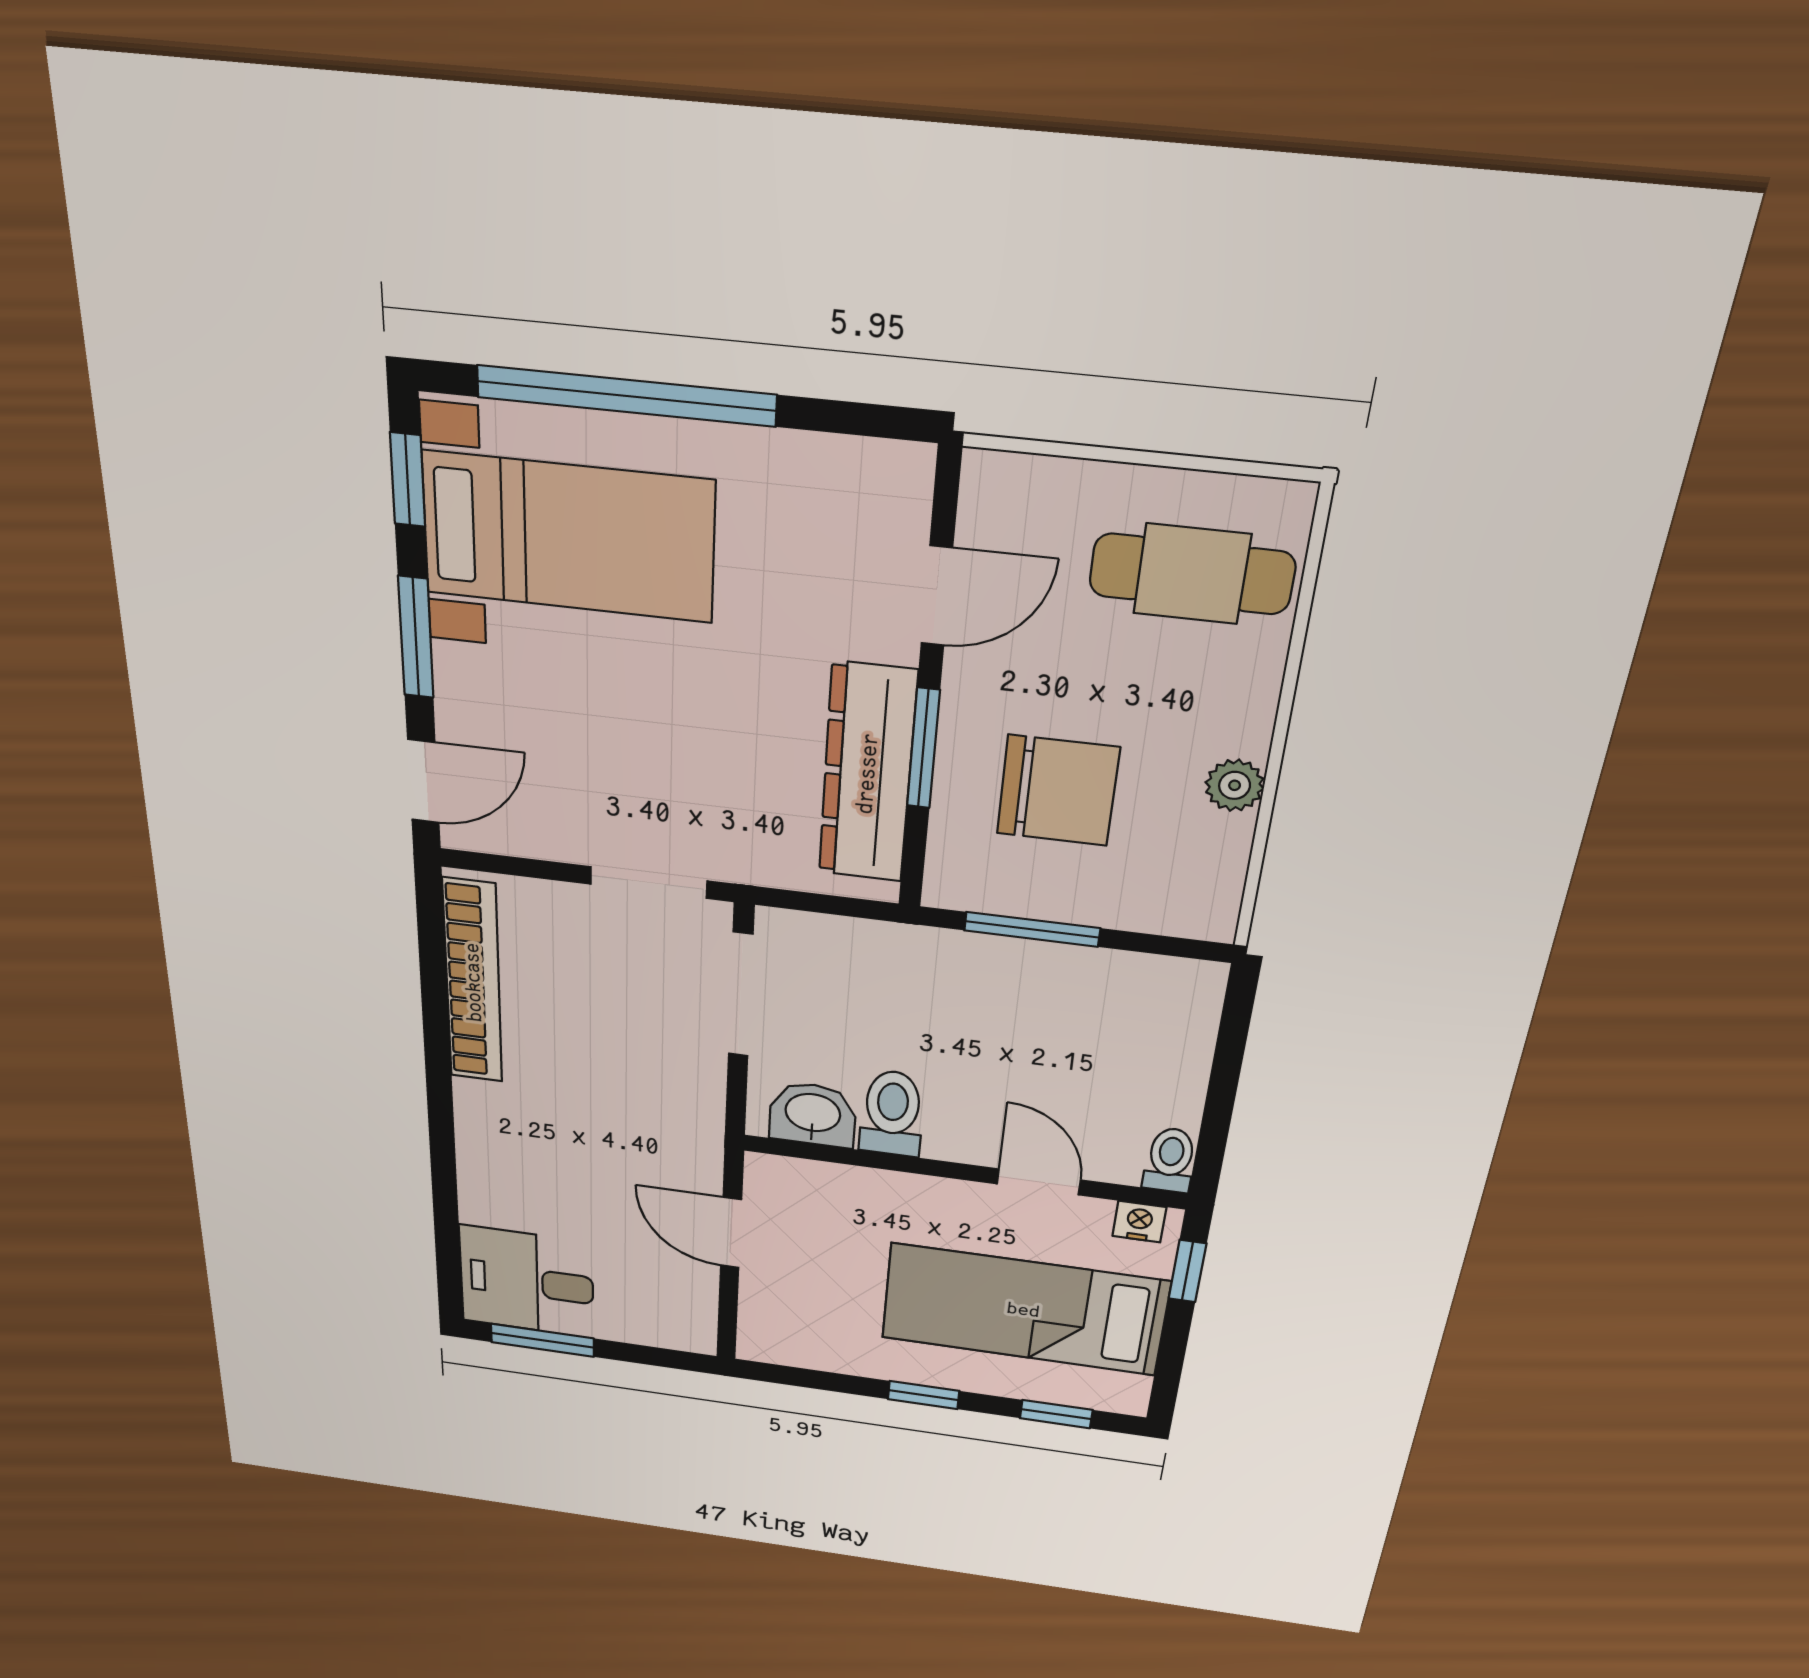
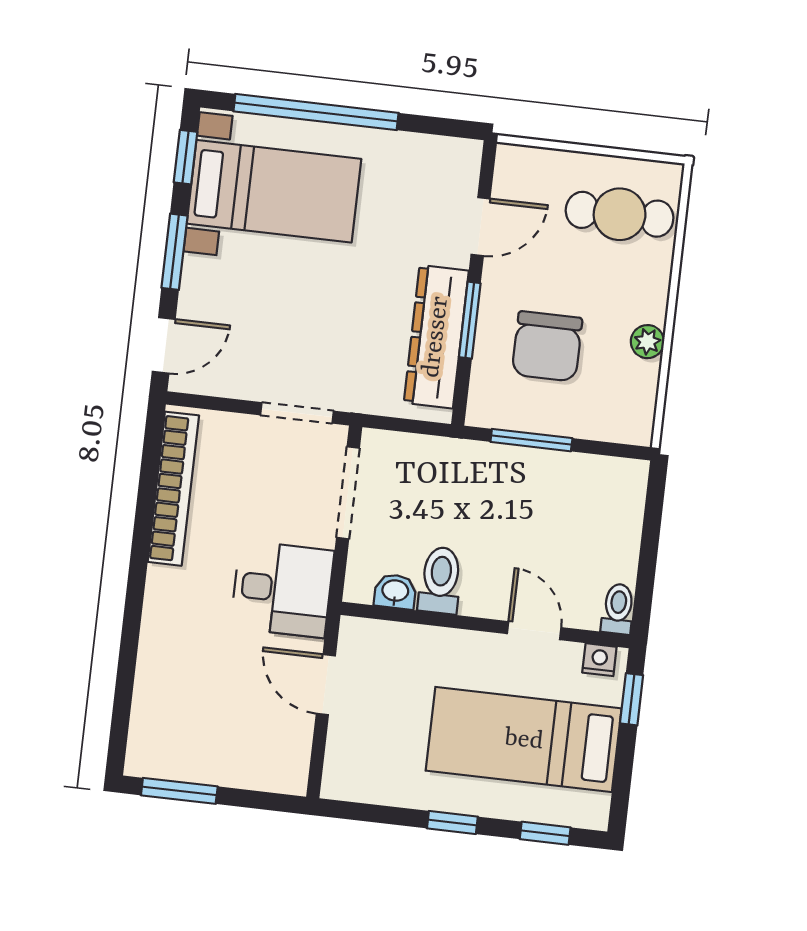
chair: (1058, 791) -> (547, 346), turned 90
washbasin: (813, 1114) -> (395, 591), width x0.72, depth x0.69
desk: (527, 1282) -> (282, 589), moved, turned 180

